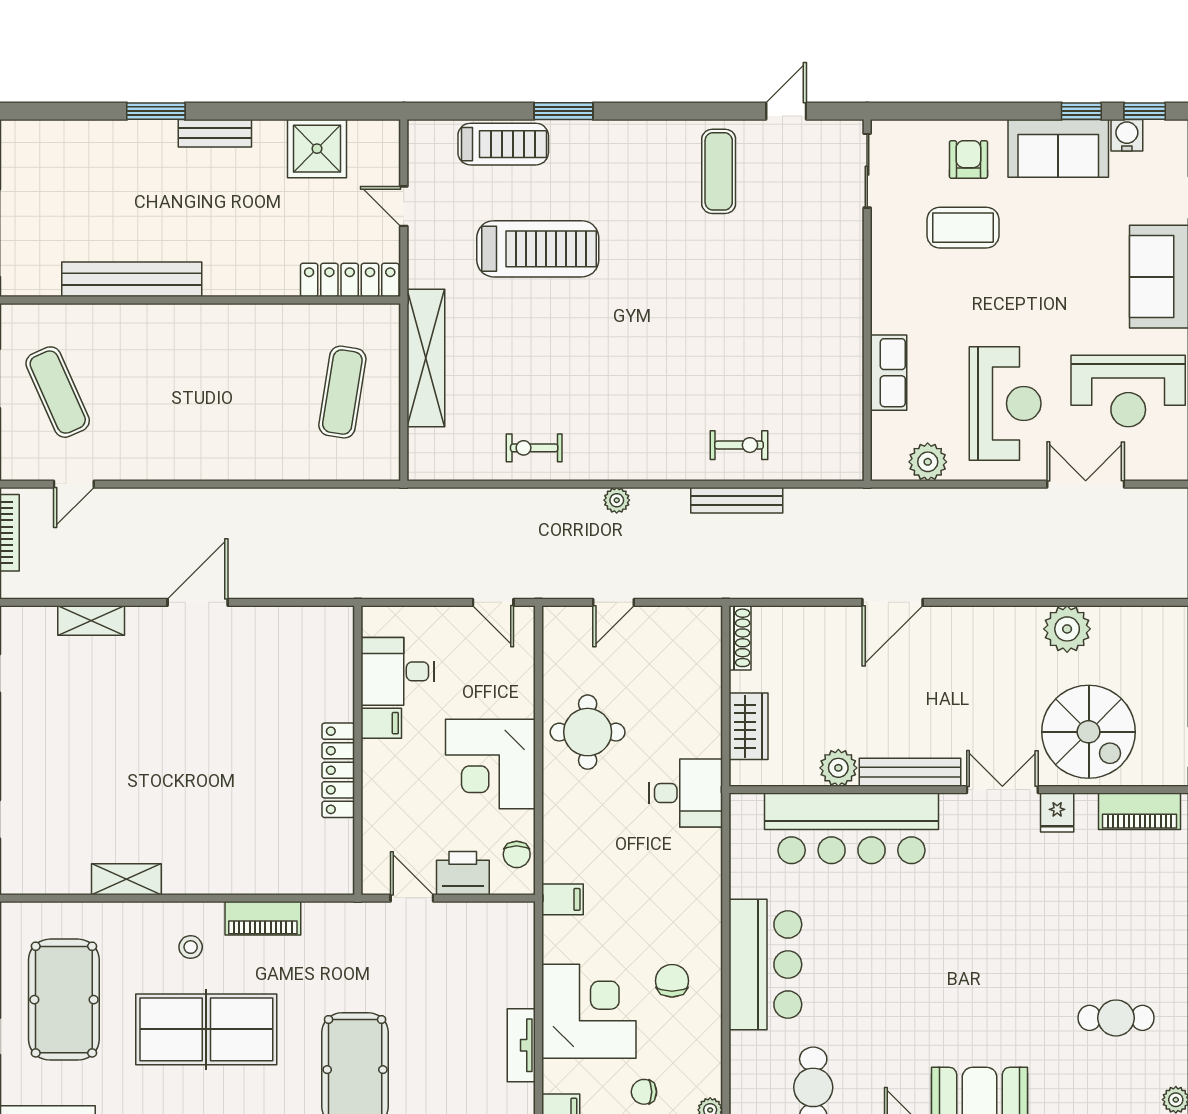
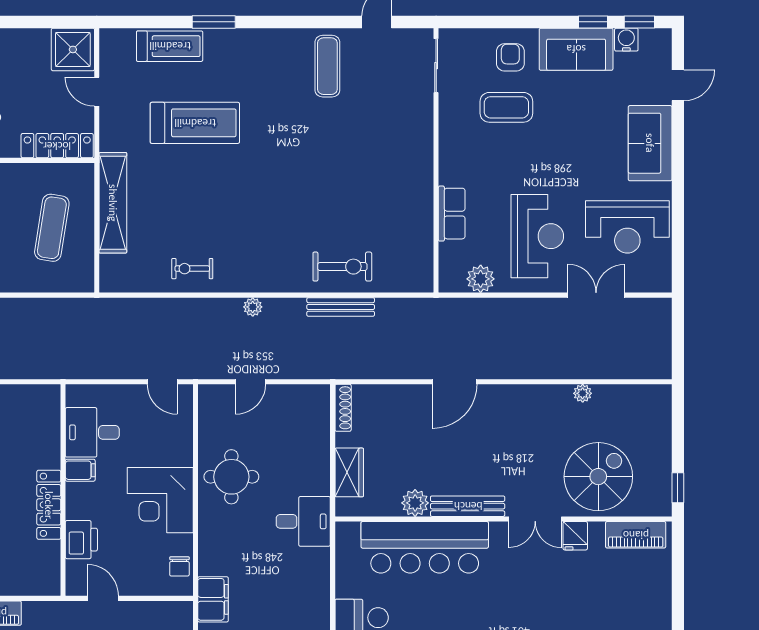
shower: (317, 149) -> (73, 49), moved
exercise bike: (739, 445) -> (342, 267), width x1.38, depth x1.39
plant: (1067, 629) -> (583, 393), width x0.53, depth x0.53
spiral stairs: (1089, 732) -> (598, 477), turned -90
double door: (1002, 790) -> (535, 519), swing flipped
printer: (463, 873) -> (81, 540), moved, turned 90
filing cabinet: (562, 899) -> (213, 599), width x2.00

